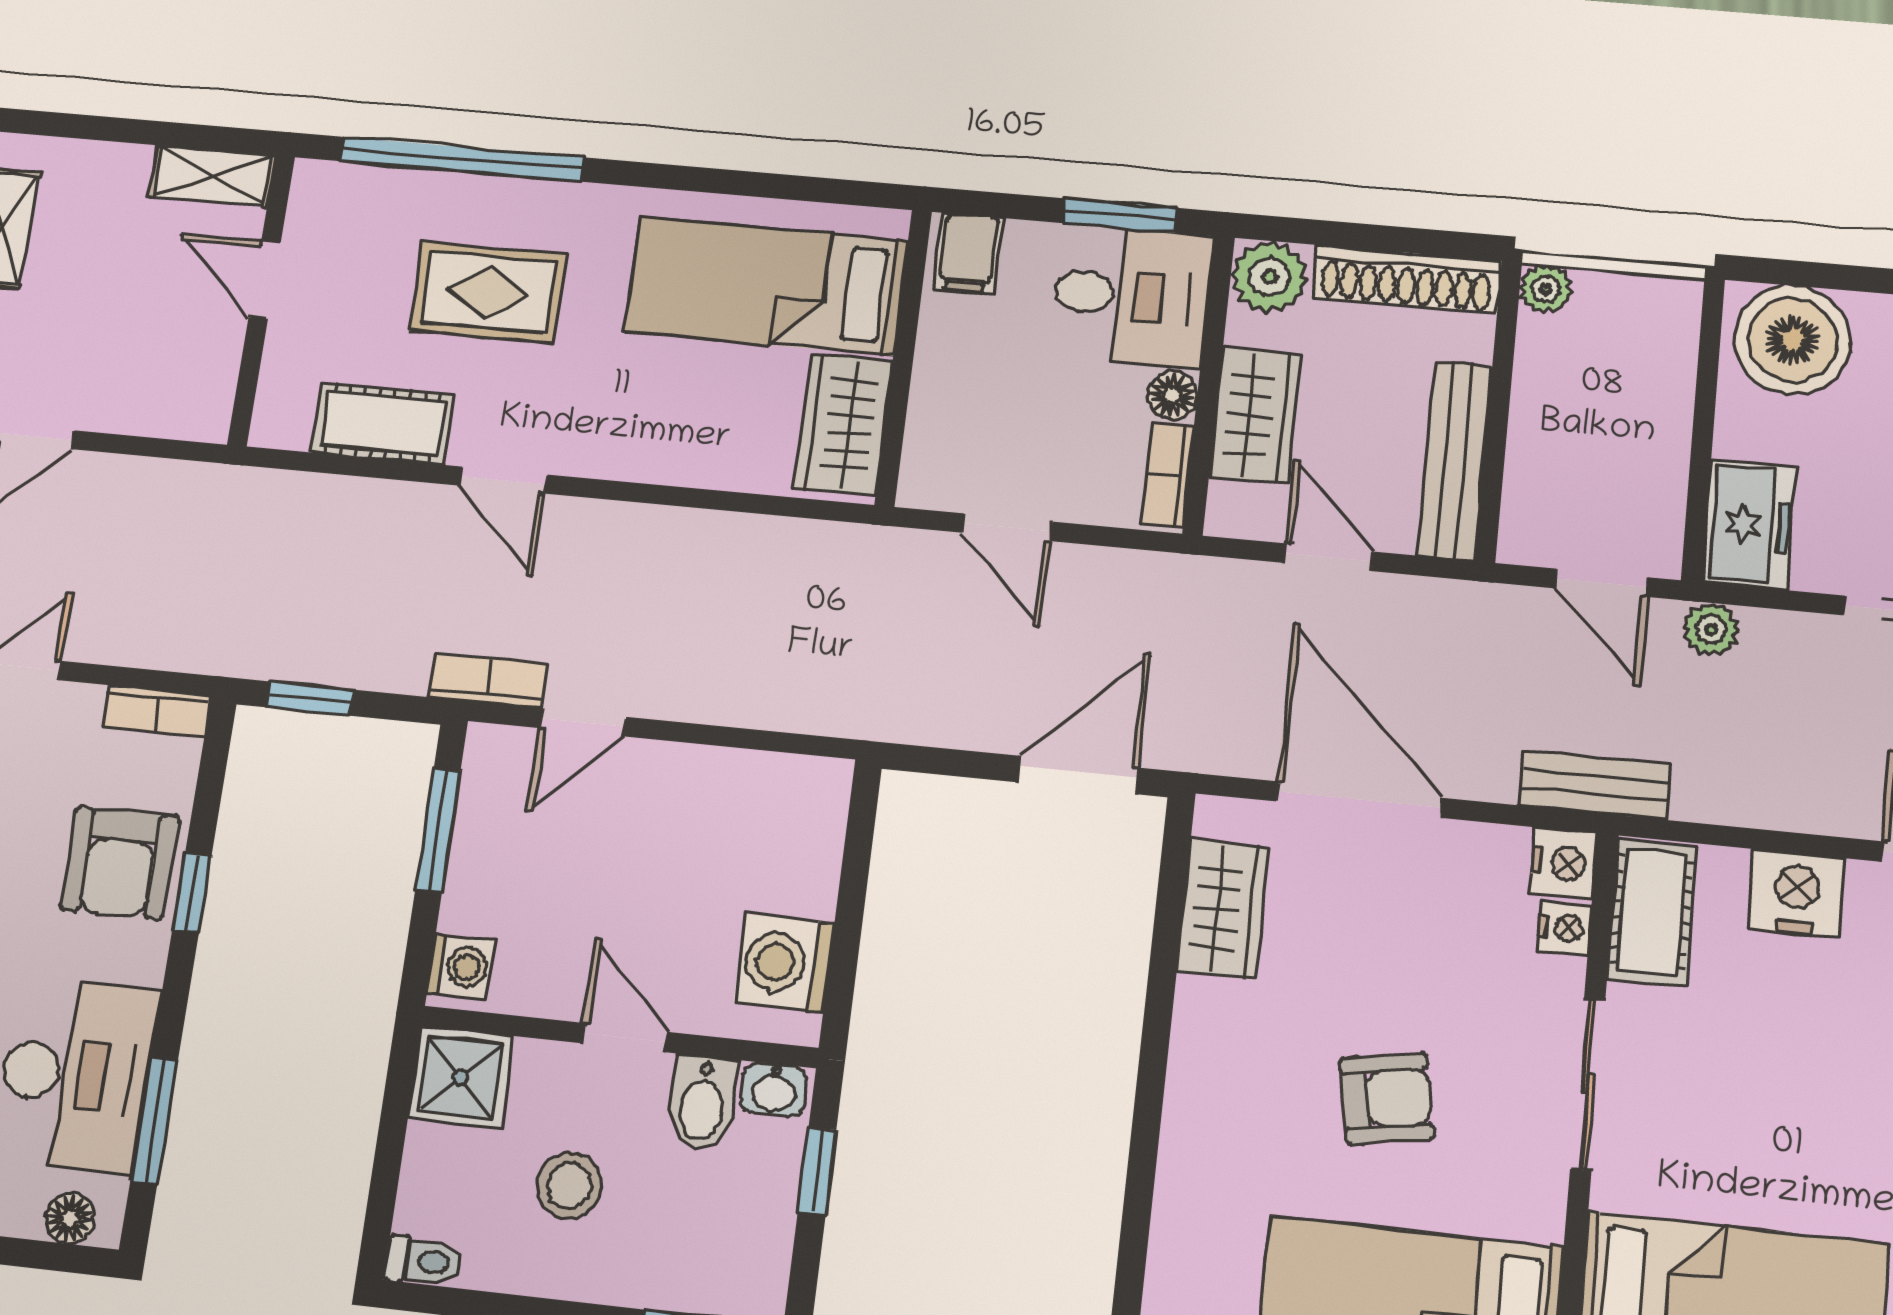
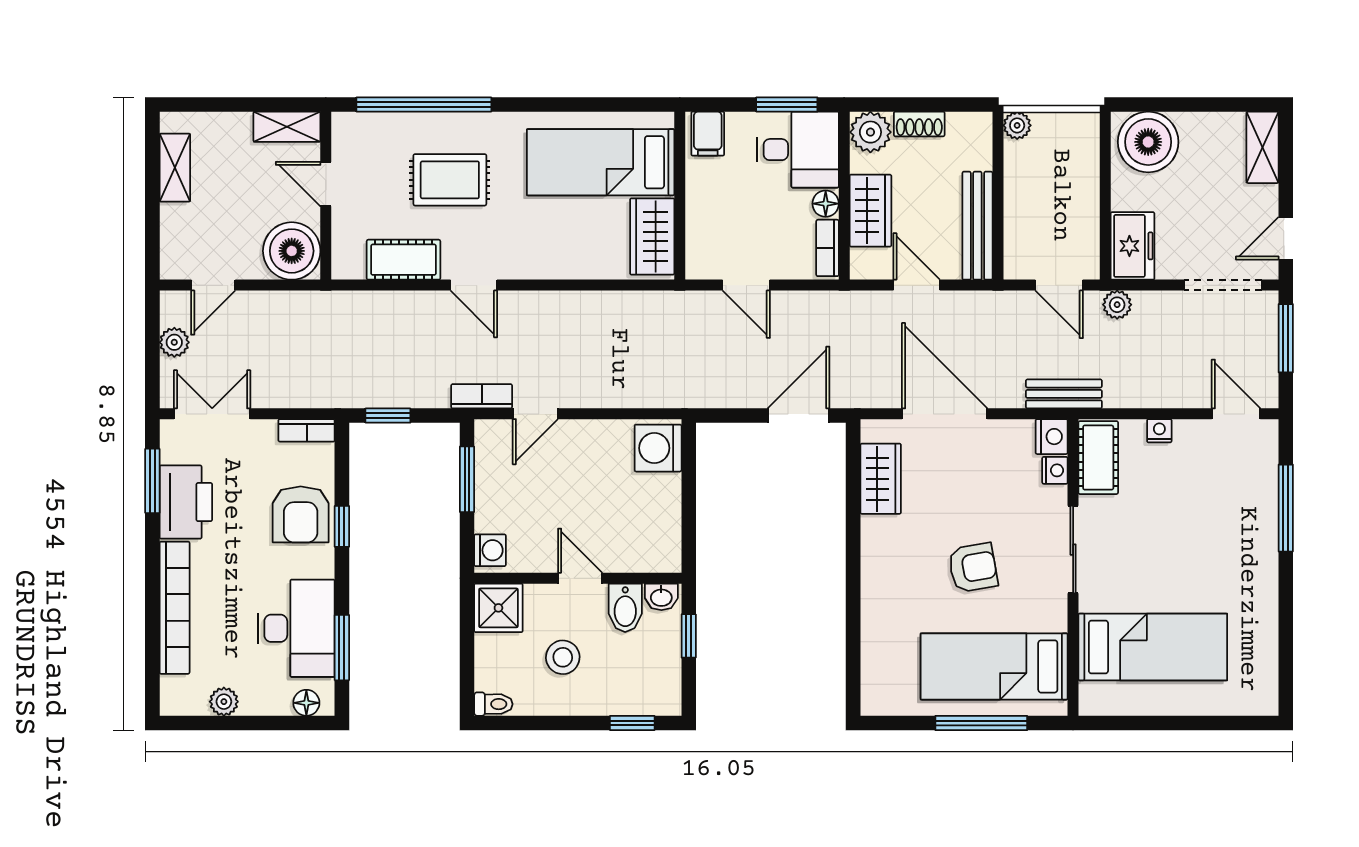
shoe rack: (1407, 280) -> (919, 124), width x0.51, depth x0.81
boiler: (184, 390) -> (292, 251), added
nightstand: (1797, 893) -> (1159, 431), width x0.53, depth x0.56
washing machine: (784, 963) -> (658, 448), moved

